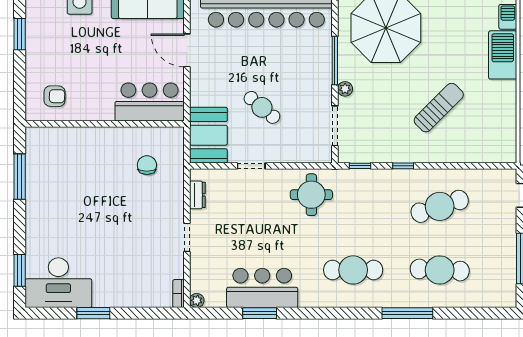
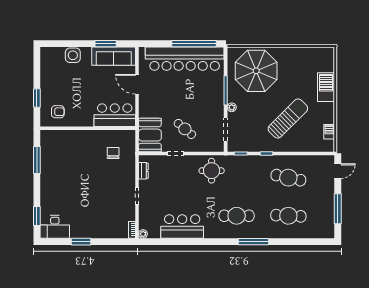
barbecue: (508, 17) -> (329, 132), moved
window: (20, 34) -> (37, 98), moved
cafe table: (262, 107) -> (185, 129), moved
sun lounger: (439, 108) -> (288, 119), width x1.36, depth x1.34
cafe table: (440, 206) -> (288, 178), turned 30
desk: (58, 283) -> (55, 227), width x0.73, depth x0.77
window: (260, 313) -> (181, 242), removed
window: (407, 313) -> (254, 242), moved

